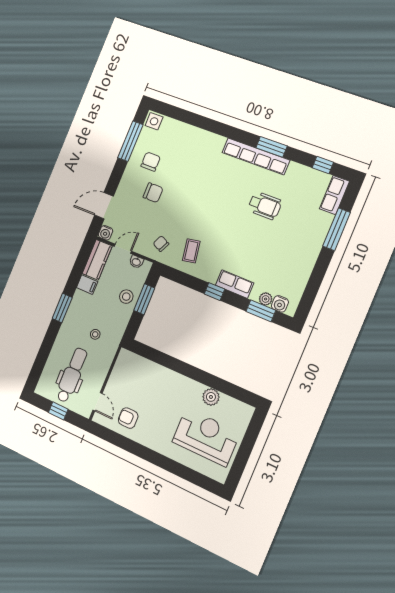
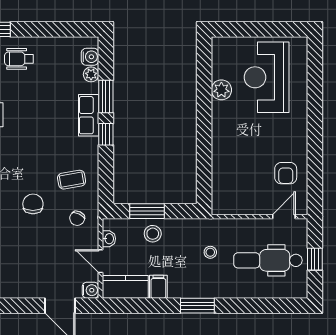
chair: (153, 193) -> (33, 204), moved
wheelchair: (302, 246) -> (19, 59), added
window: (261, 311) -> (106, 97), moved

